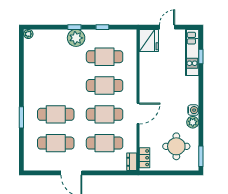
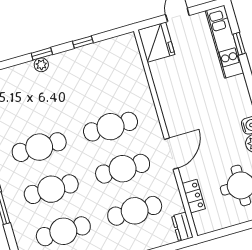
plant: (76, 38) -> (41, 65), width x0.53, depth x0.53
cafe table: (105, 57) -> (39, 147), moved
locker: (145, 158) -> (194, 196), moved

